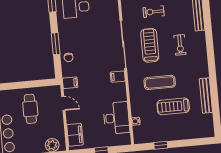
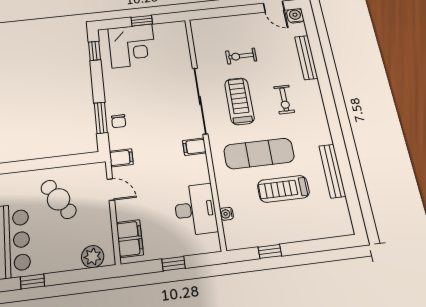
window: (56, 44) -> (101, 118), moved
exercise mat: (160, 82) -> (259, 154), width x1.36, depth x1.45
cafe table: (30, 109) -> (59, 199), turned -34

